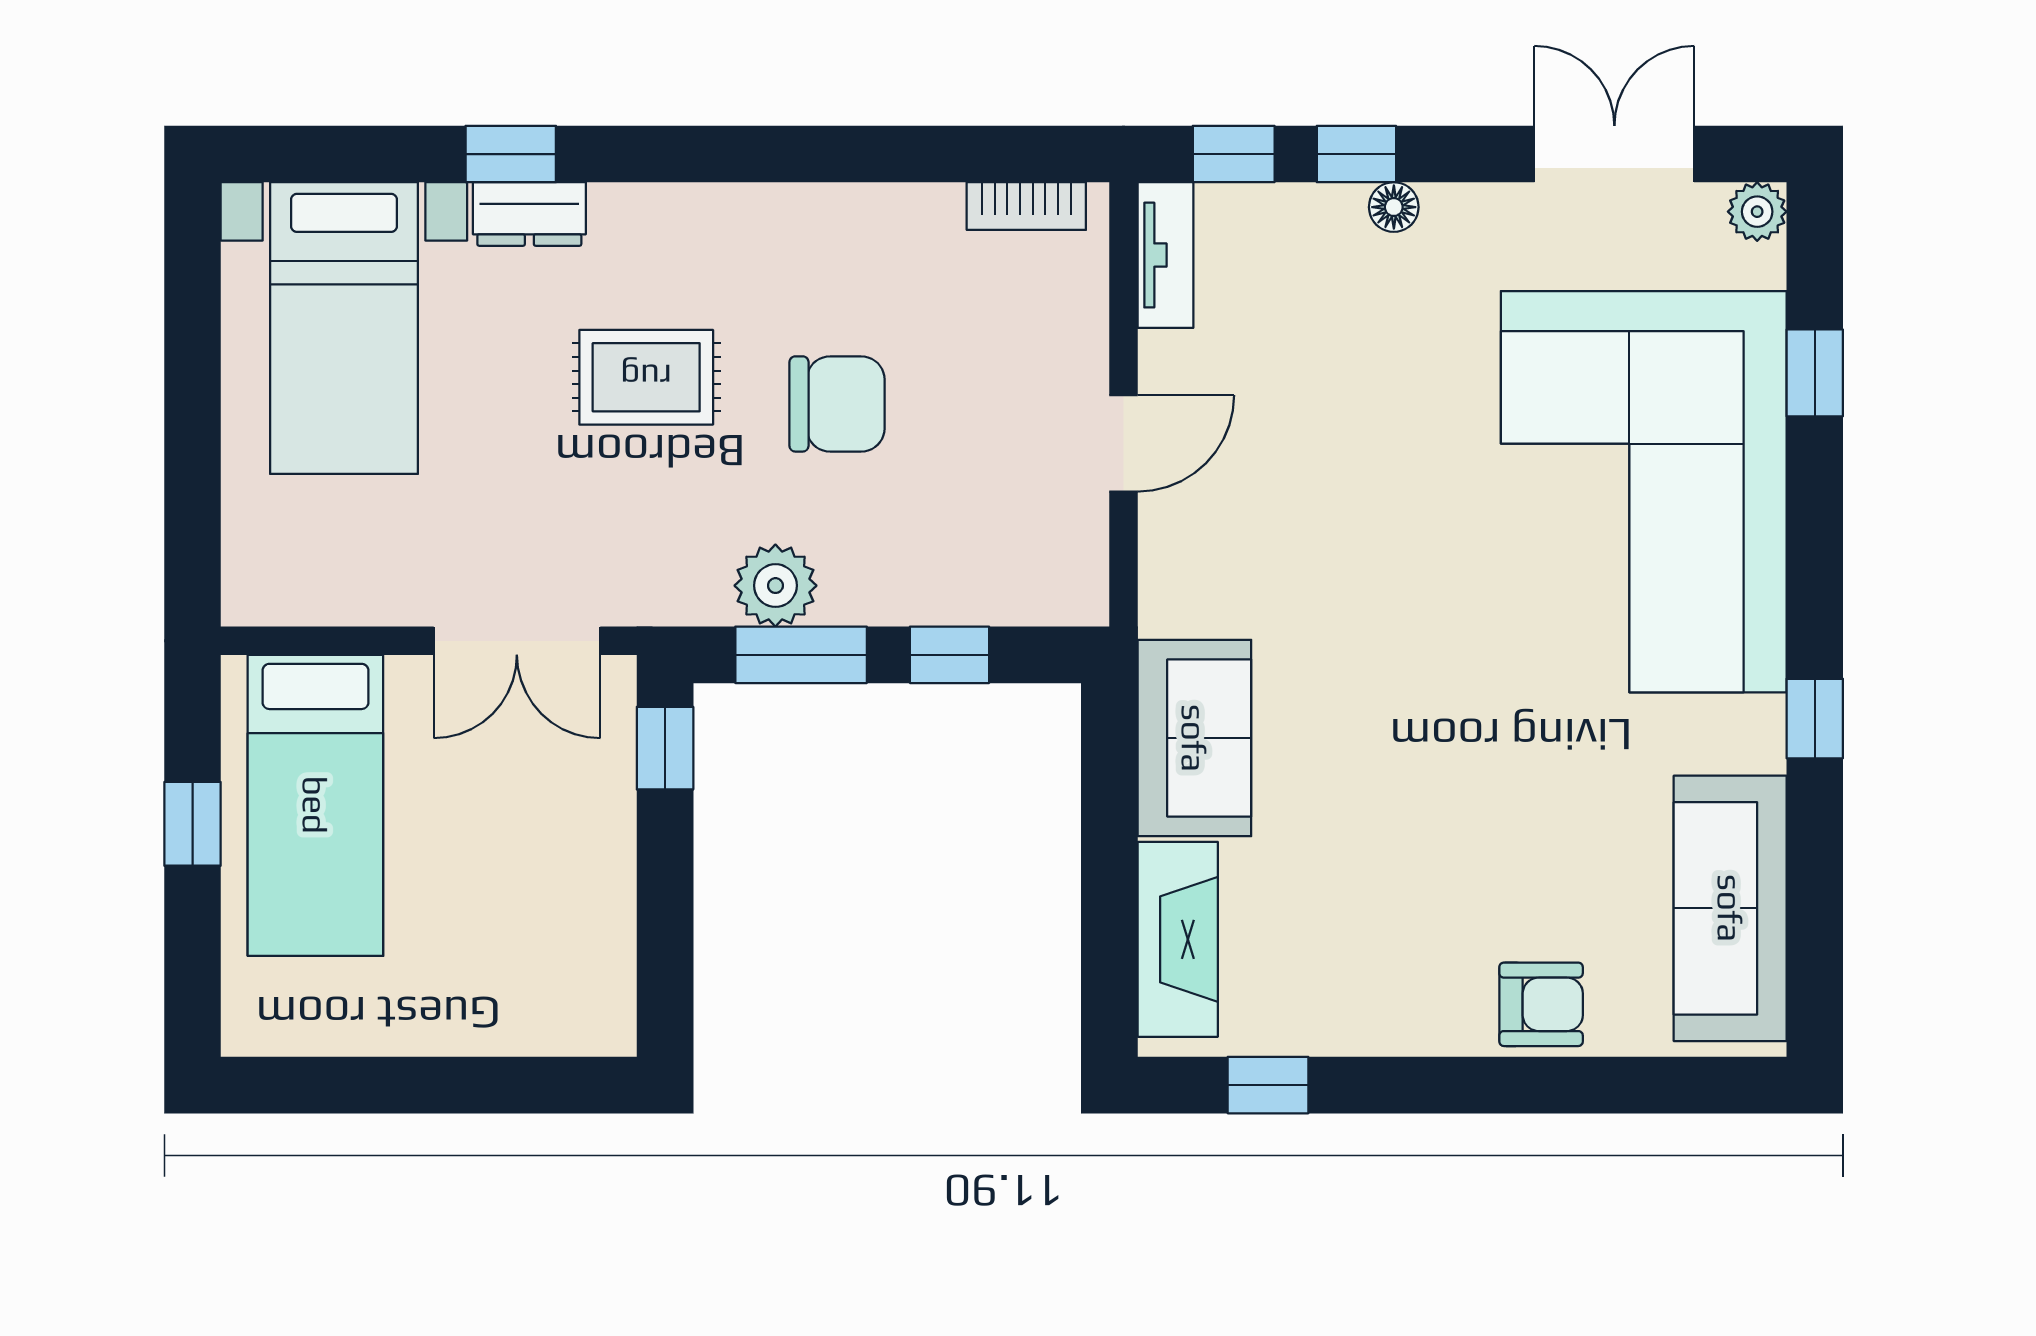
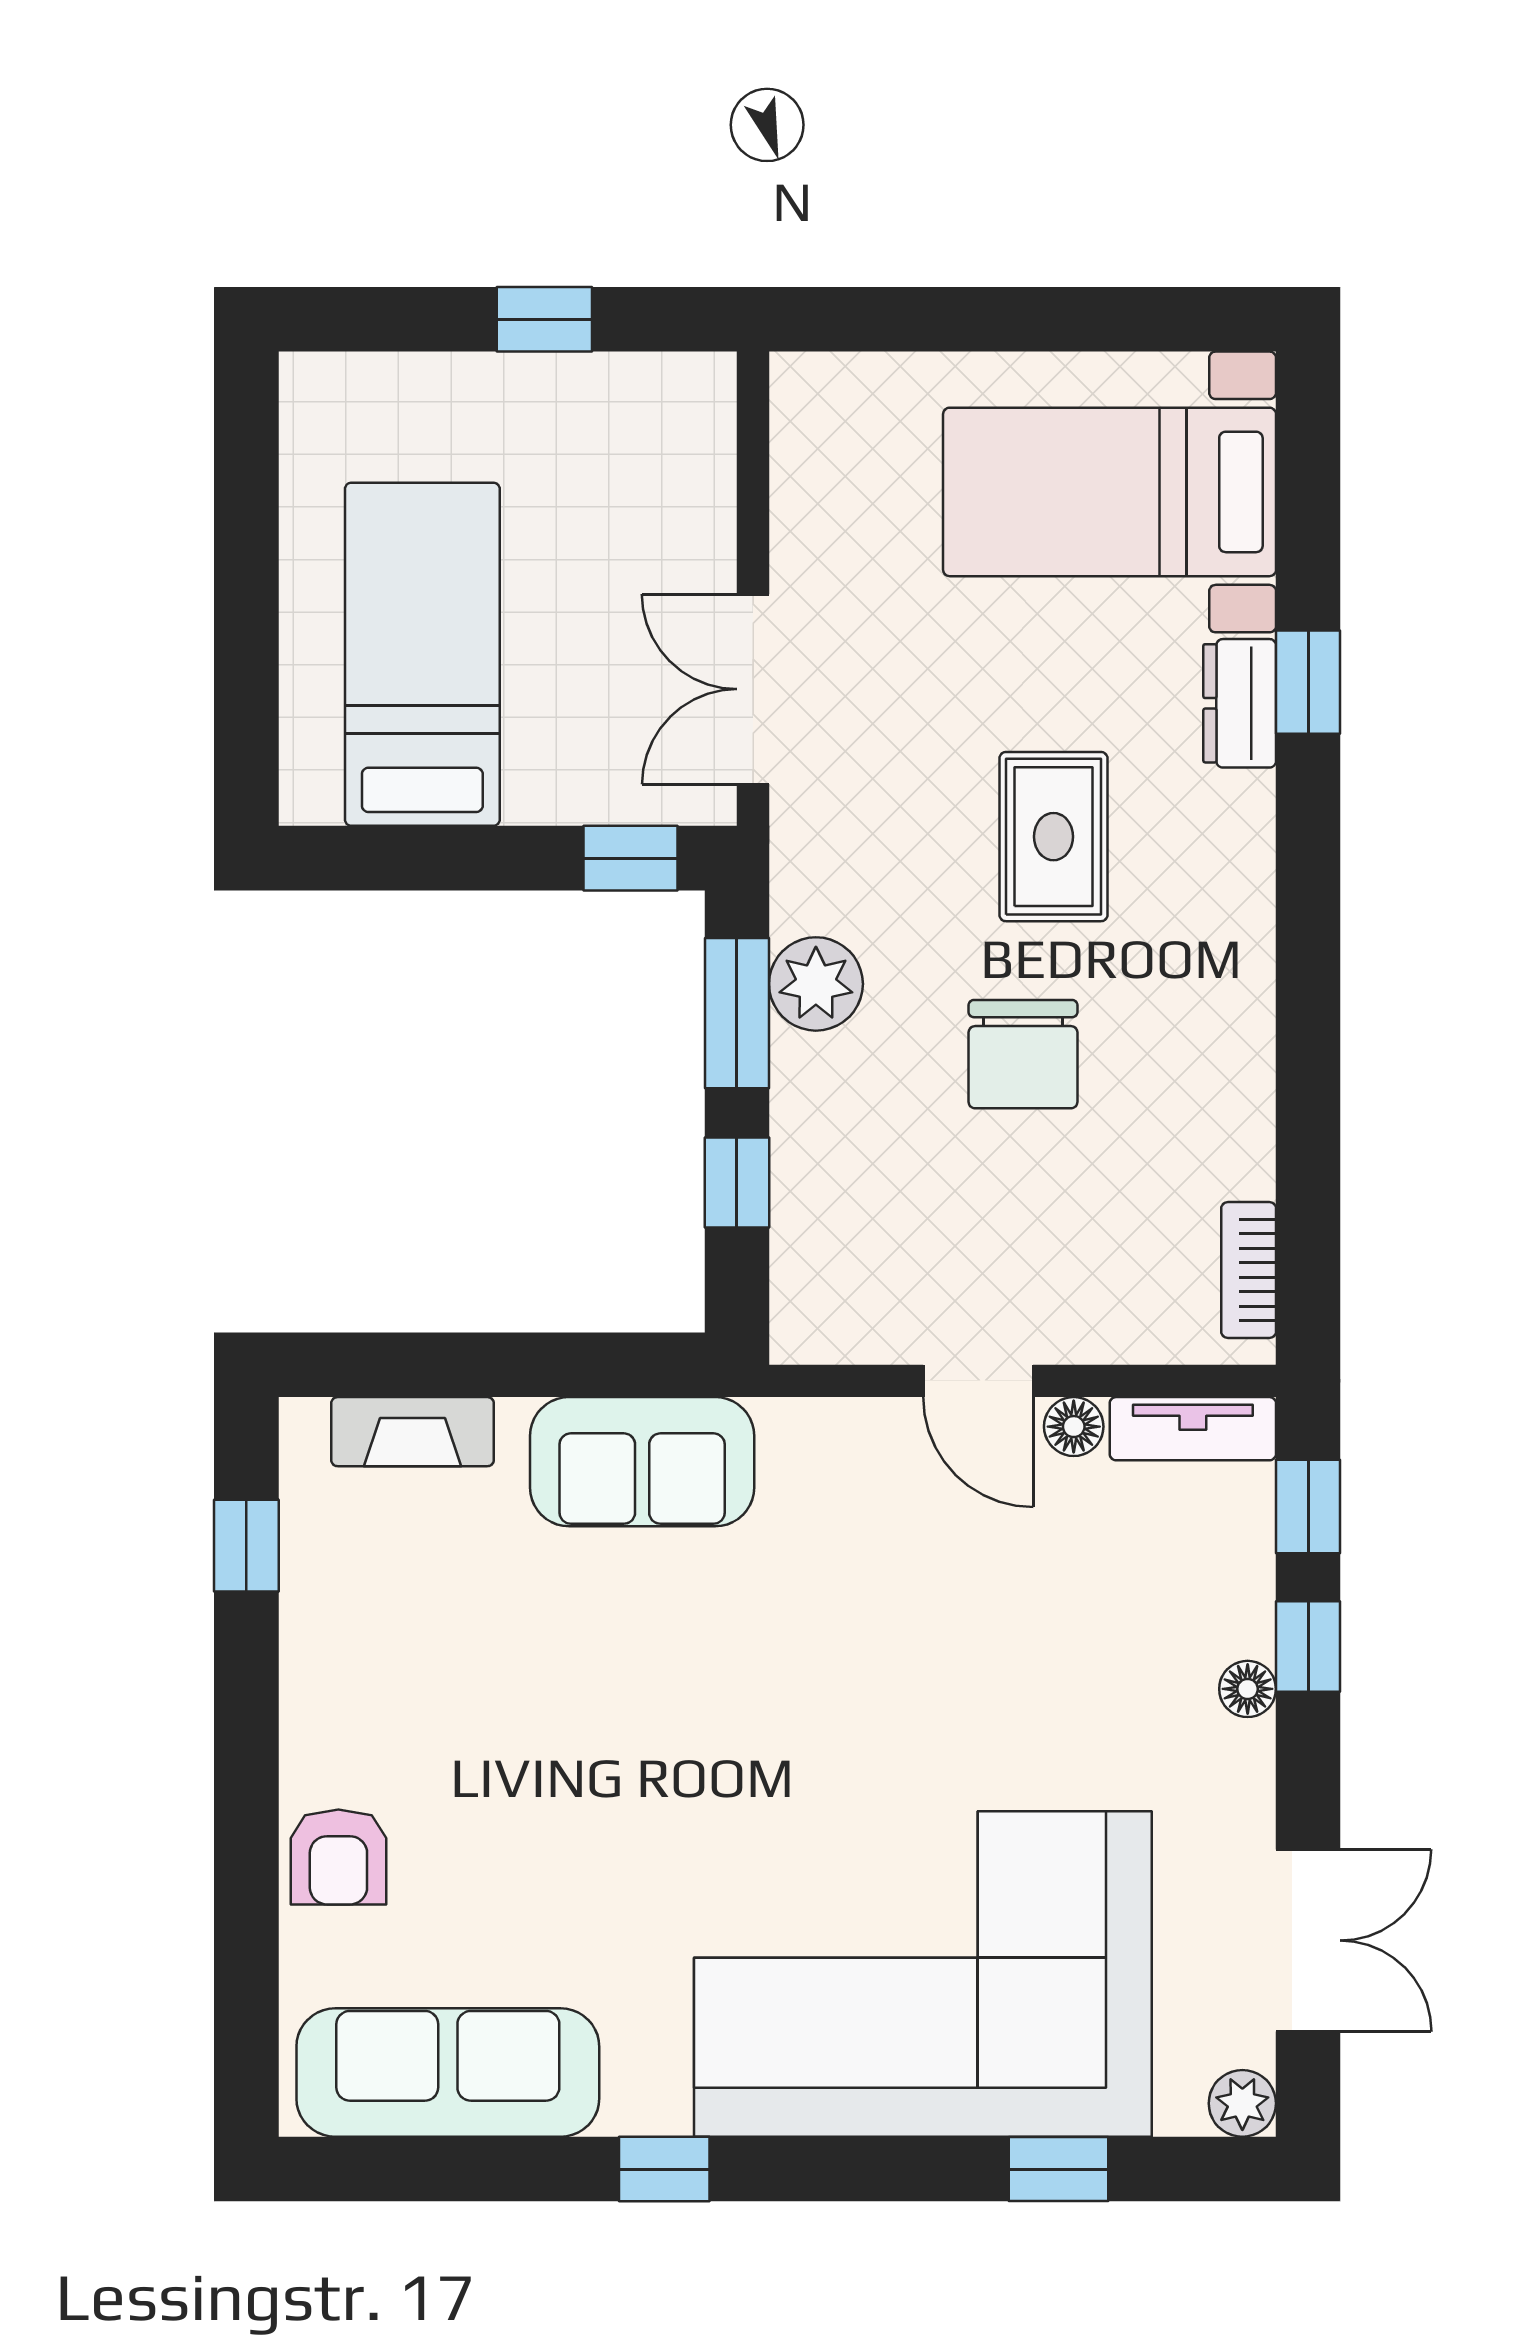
floor lamp: (1164, 359) -> (1074, 1427), added
bed: (315, 805) -> (422, 654), moved, turned 90
fireplace: (1178, 939) -> (413, 1432), width x0.73, depth x0.76

